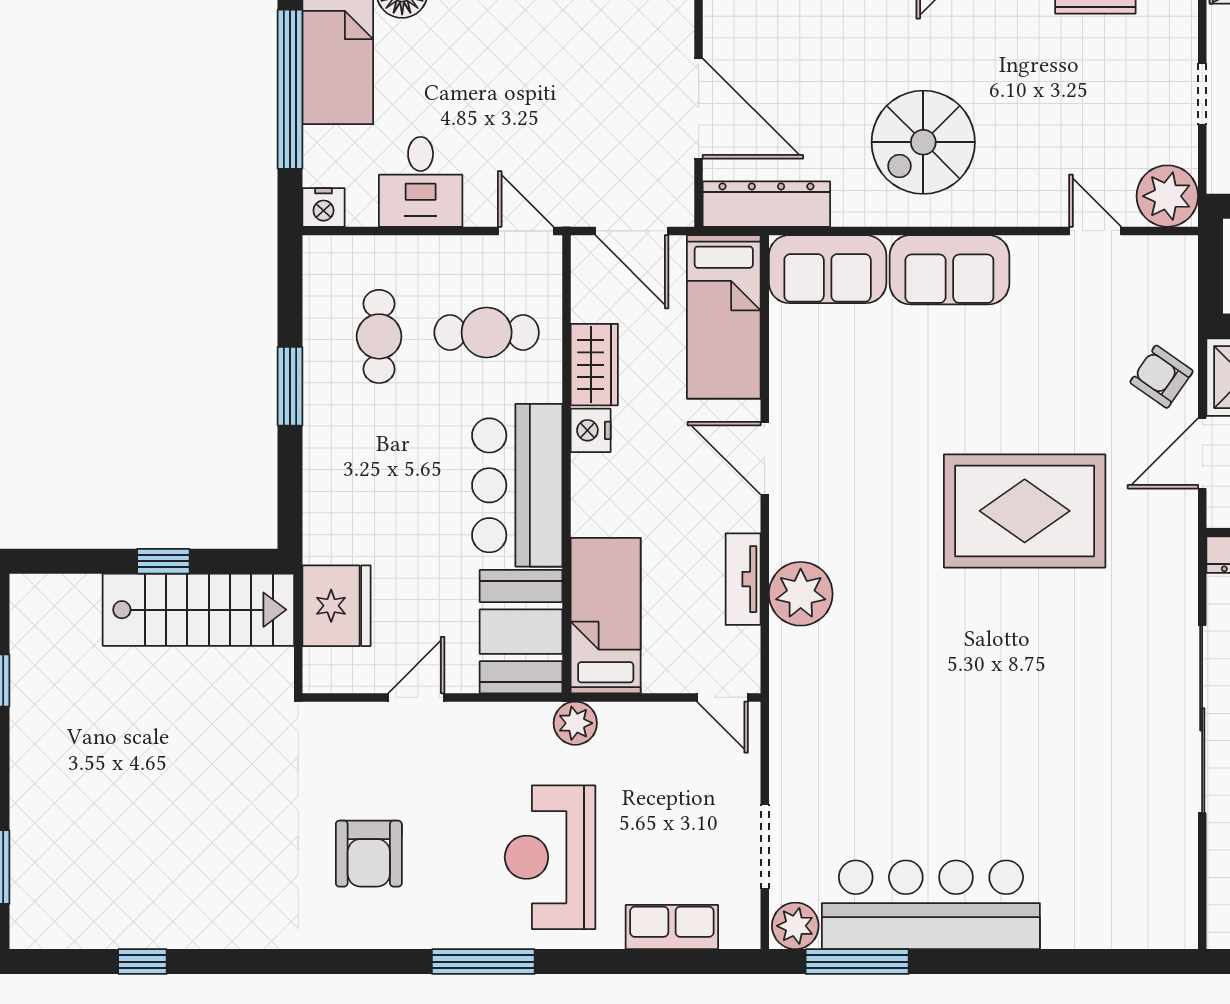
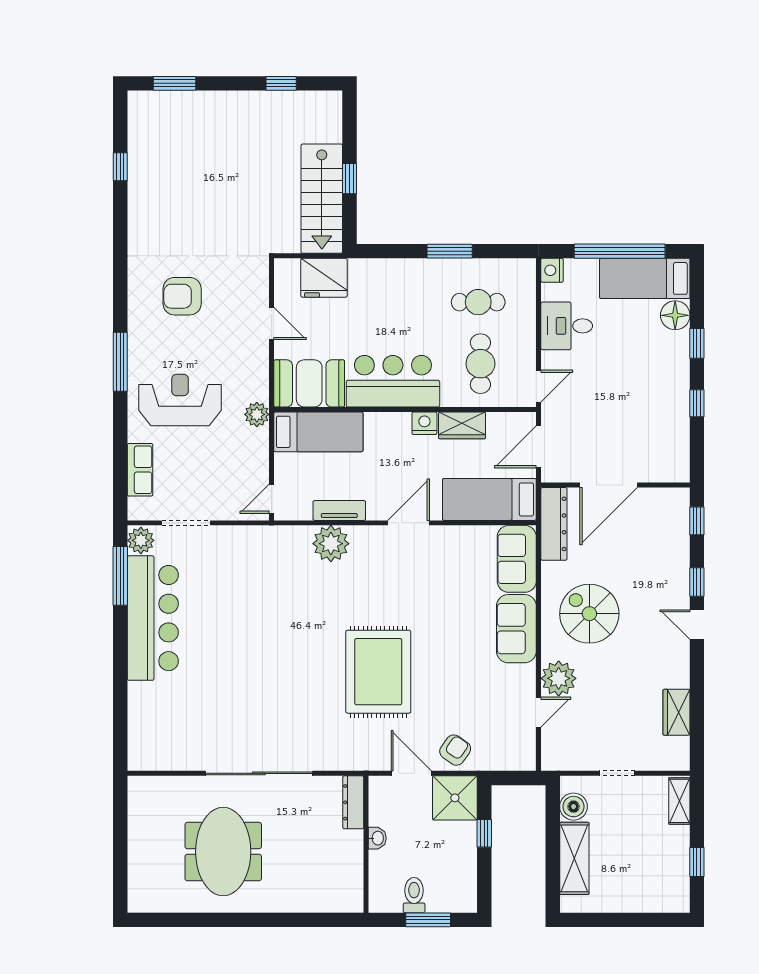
plant: (1167, 196) -> (559, 678), moved

